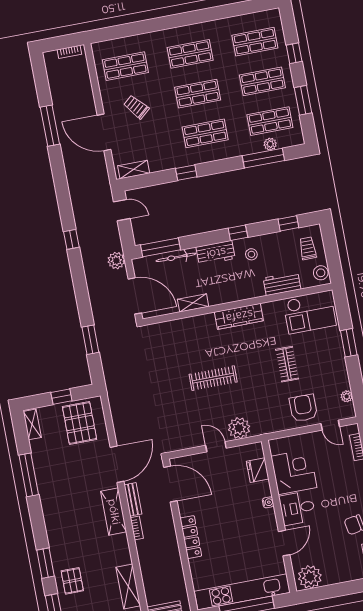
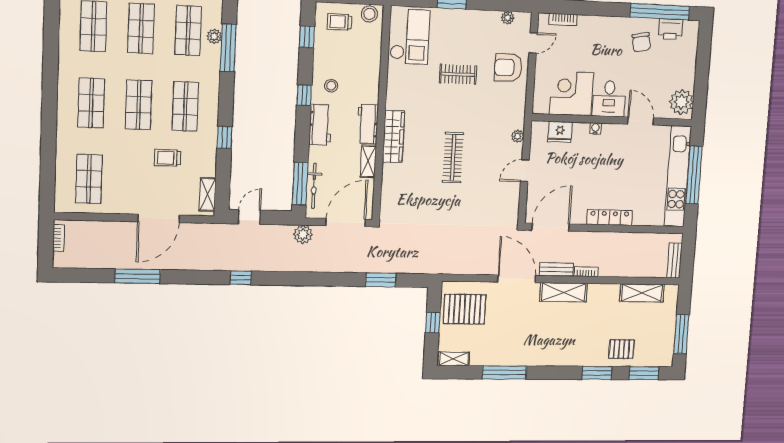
trolley: (136, 107) -> (168, 158), moved, turned 41
window: (71, 239) -> (241, 278), moved
bicycle: (176, 257) -> (314, 186), moved
workbench: (282, 284) -> (368, 124), moved
wardrobe: (239, 316) -> (393, 137), moved
plant: (239, 428) -> (518, 136), width x0.53, depth x0.53

